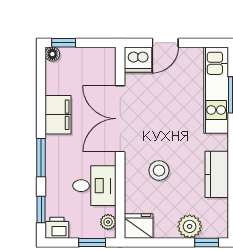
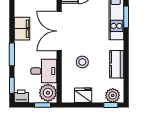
plant: (108, 222) -> (48, 93), width x1.88, depth x1.88
fridge: (139, 226) -> (83, 95), moved
plant: (190, 226) -> (113, 95), moved

